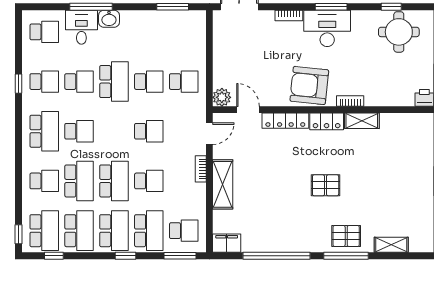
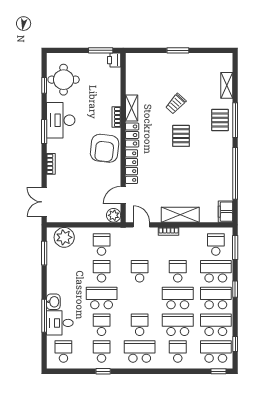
desk: (327, 28) -> (61, 120), moved
plant: (193, 33) -> (64, 237), added
trolley: (367, 178) -> (176, 104), added

